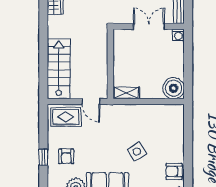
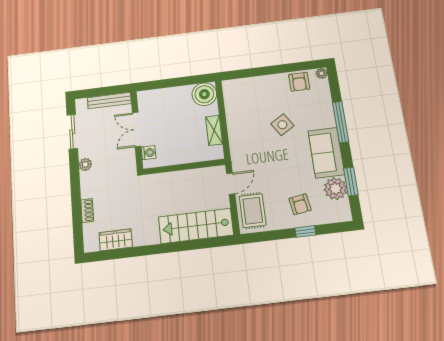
washing machine: (178, 35) -> (149, 153), moved
shelving: (126, 93) -> (214, 130), moved
armchair: (66, 156) -> (300, 204), turned 81

